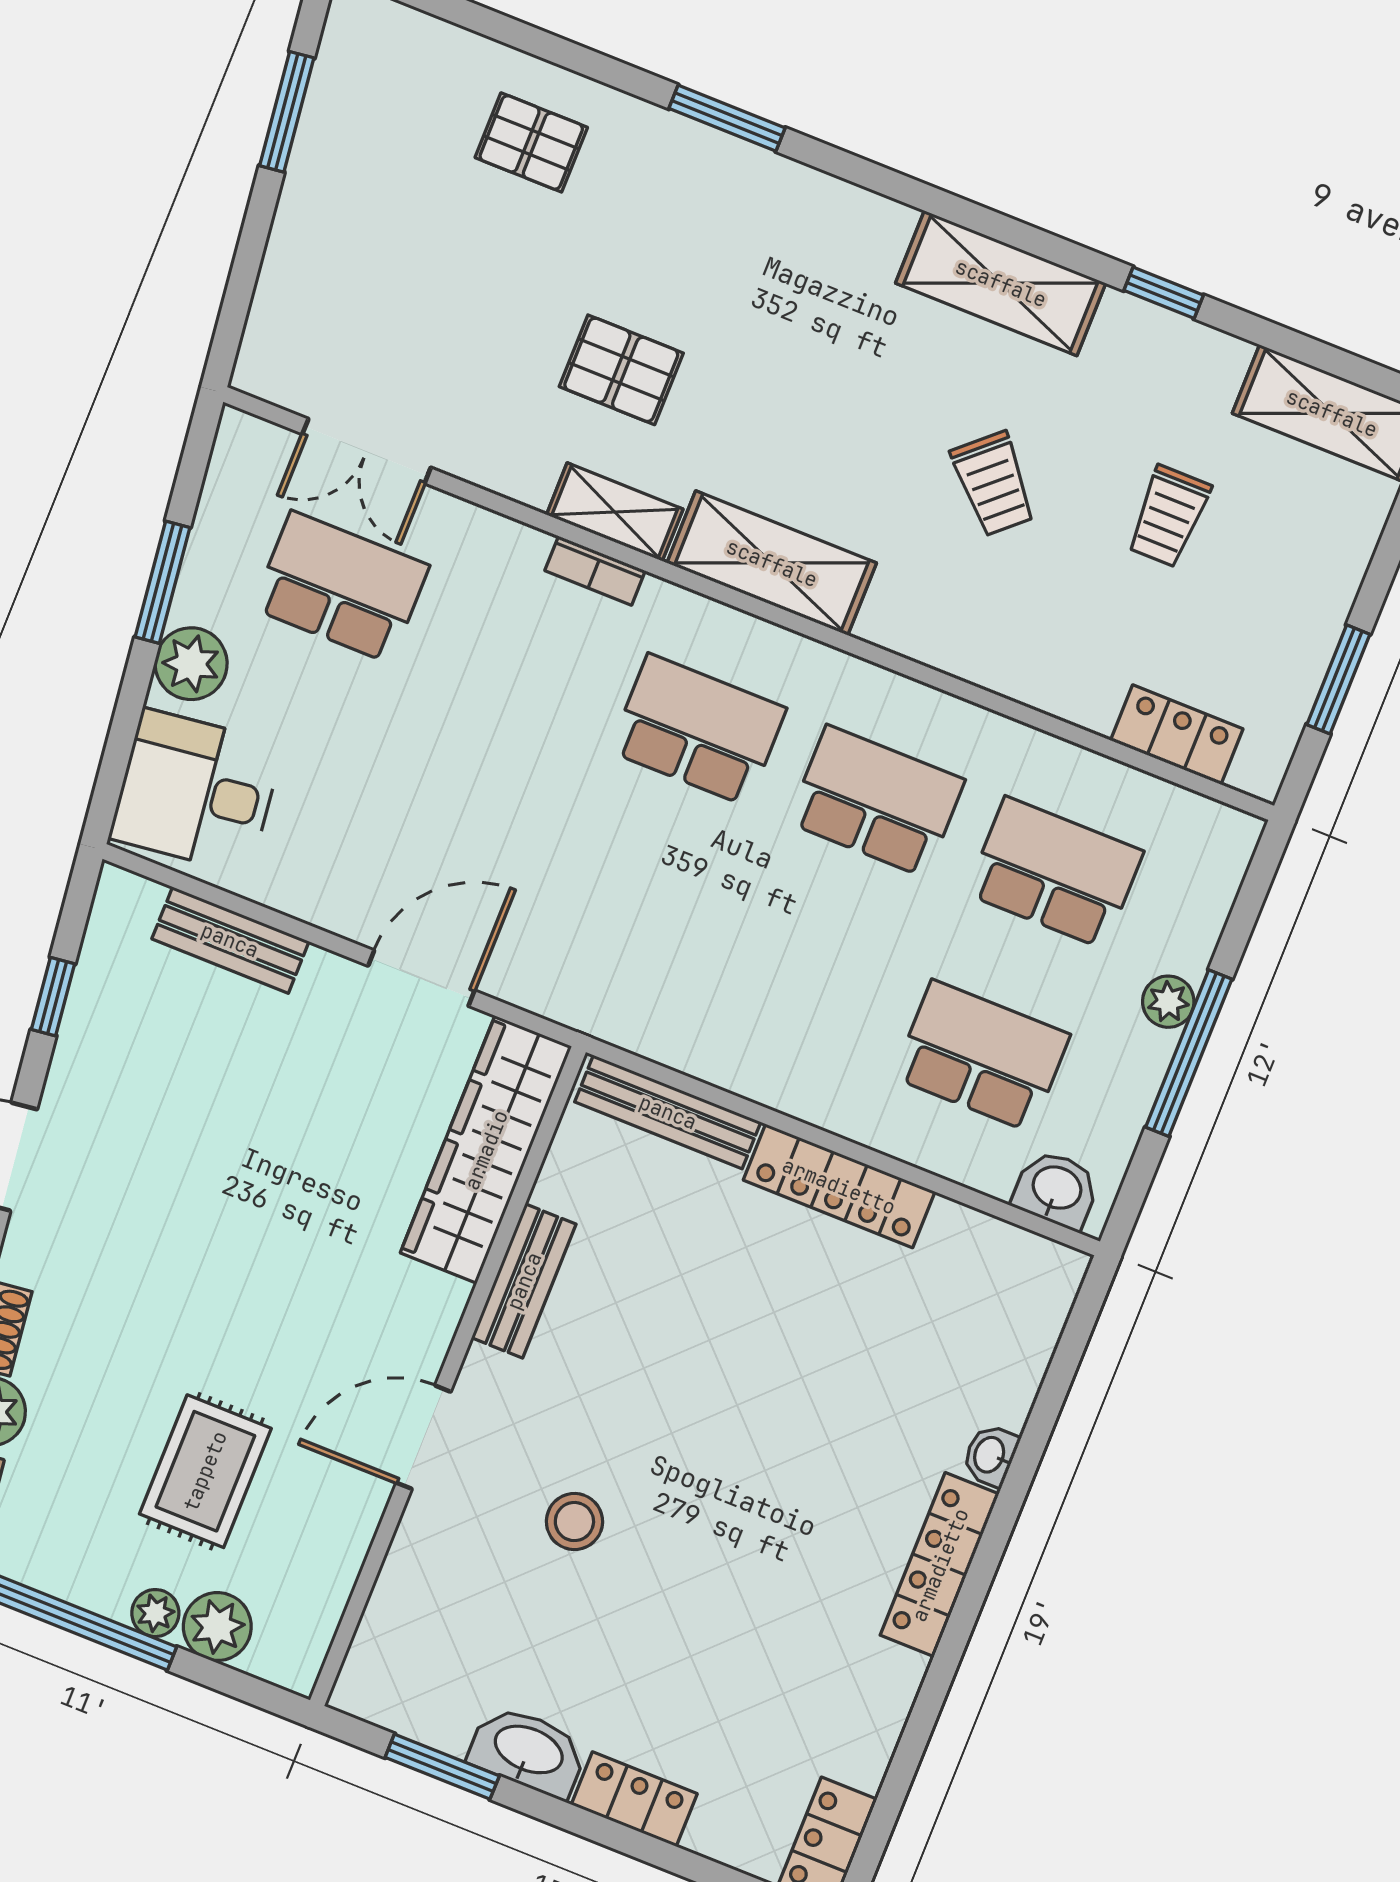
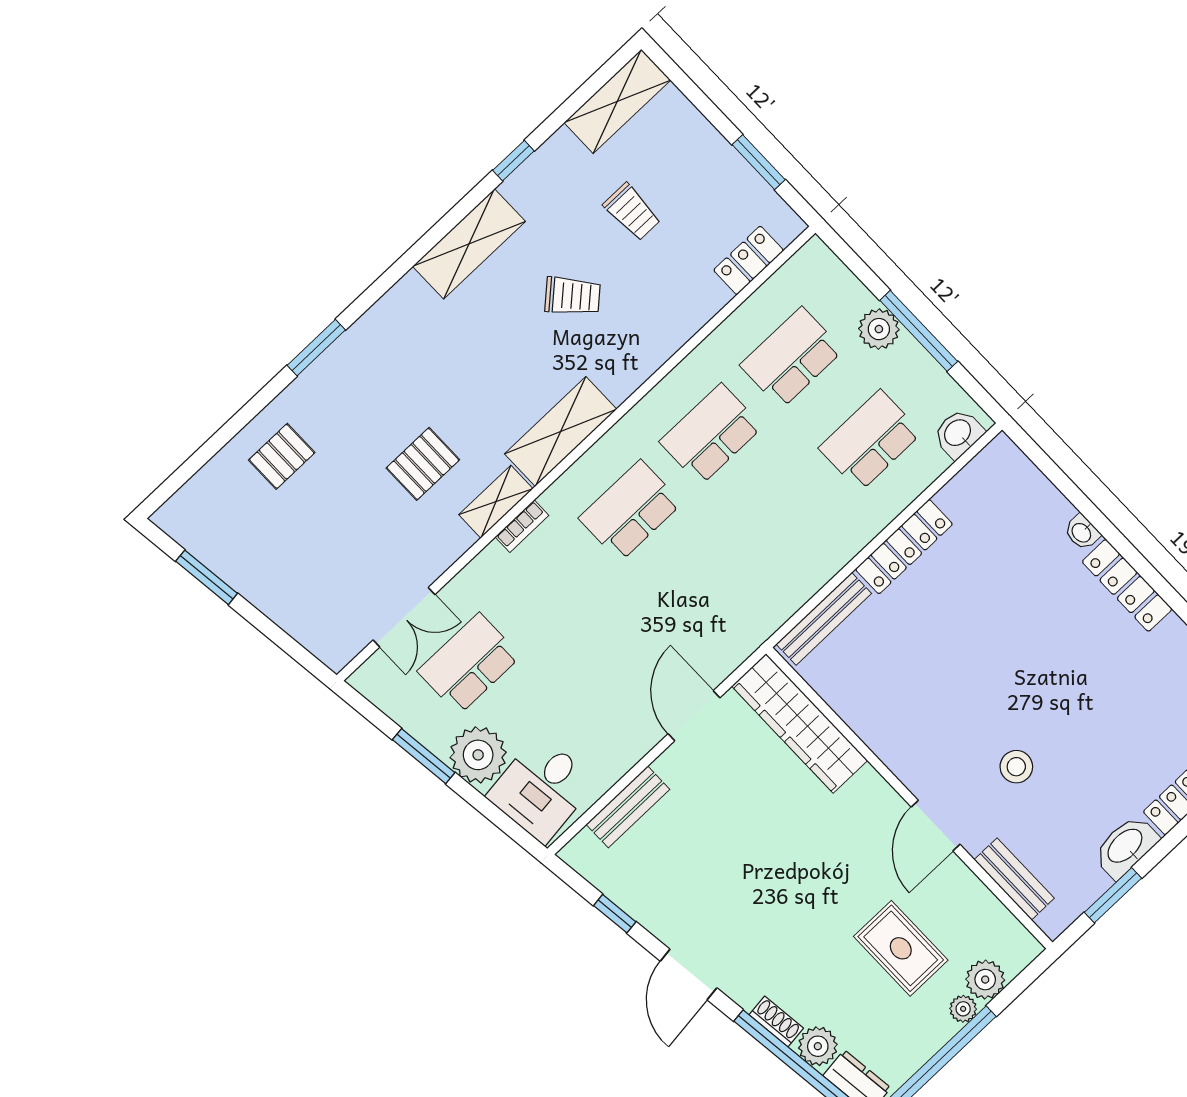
plant: (191, 664) -> (478, 755), width x1.36, depth x1.36
plant: (1168, 1002) -> (879, 329), width x1.38, depth x1.38
bench: (524, 1281) -> (1014, 879), moved

